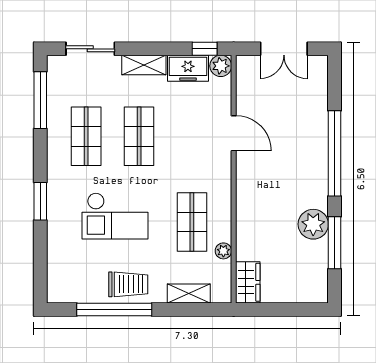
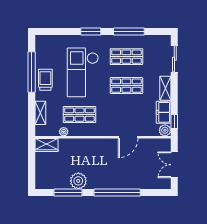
window: (40, 100) -> (129, 31), moved
checkout: (115, 216) -> (83, 72), width x1.36, depth x1.21
trolley: (128, 284) -> (45, 80), turned 180

